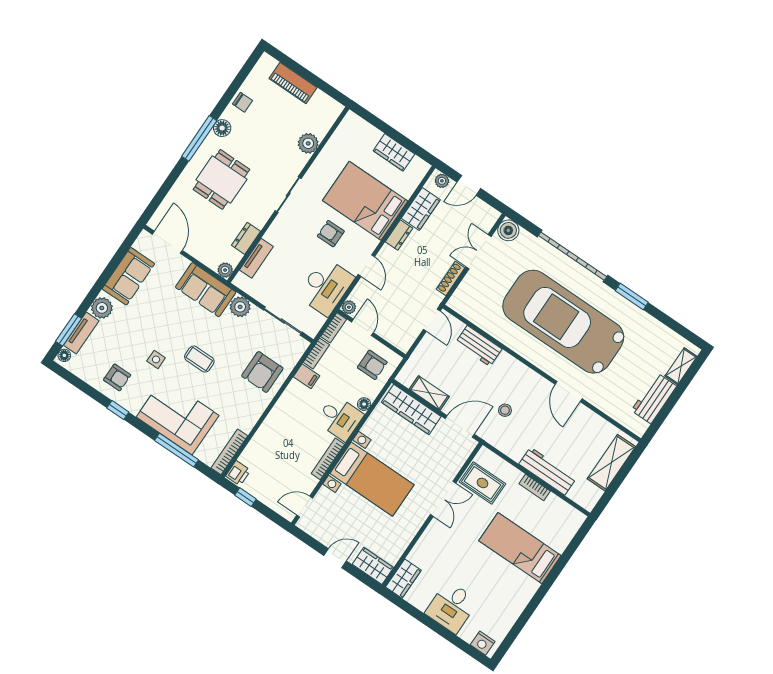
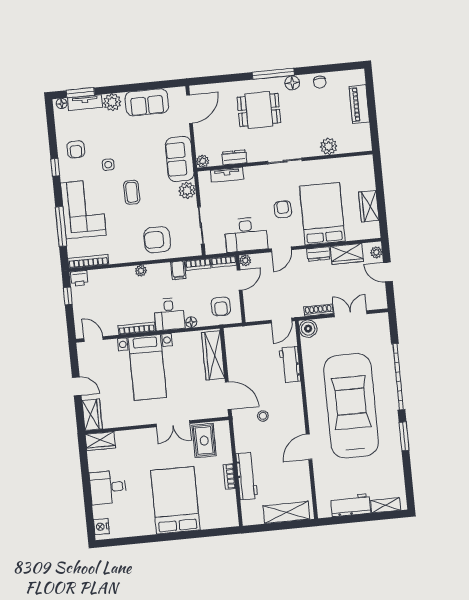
boiler: (508, 230) -> (308, 329), moved
shelving: (429, 393) -> (233, 358), removed
plant: (278, 411) -> (141, 271), added
bed: (520, 548) -> (175, 500), width x1.50

